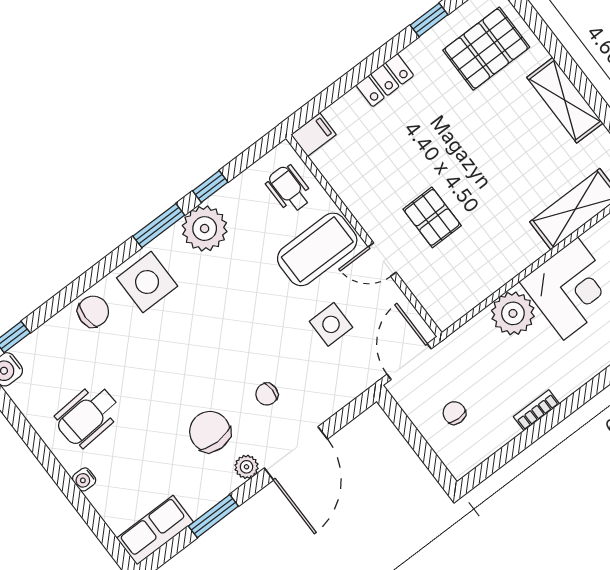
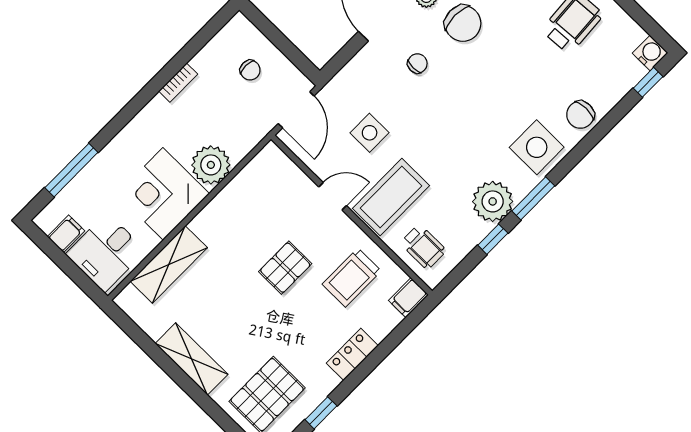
trolley: (374, 166) -> (352, 278), added
pallet: (432, 217) -> (285, 268), moved, turned 90

